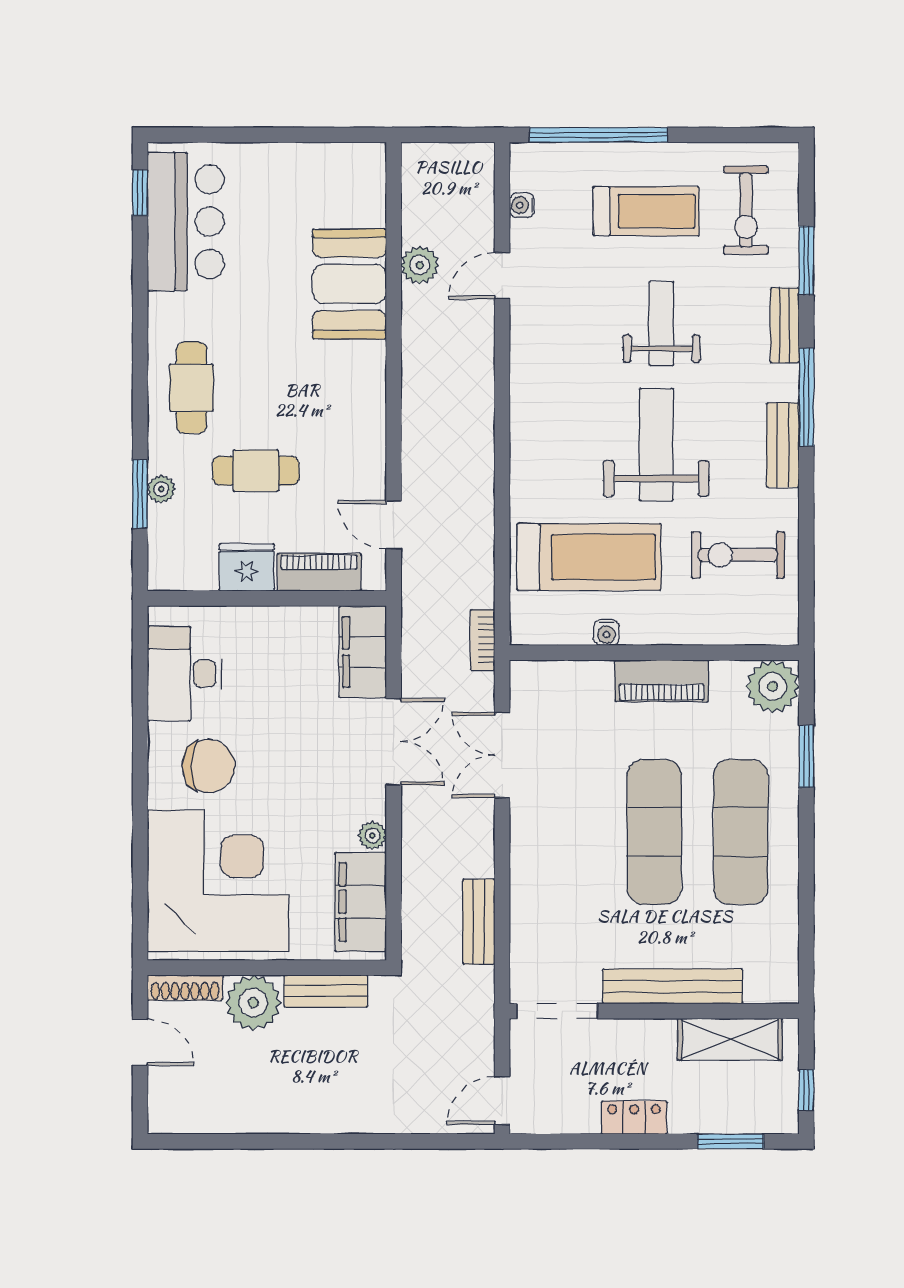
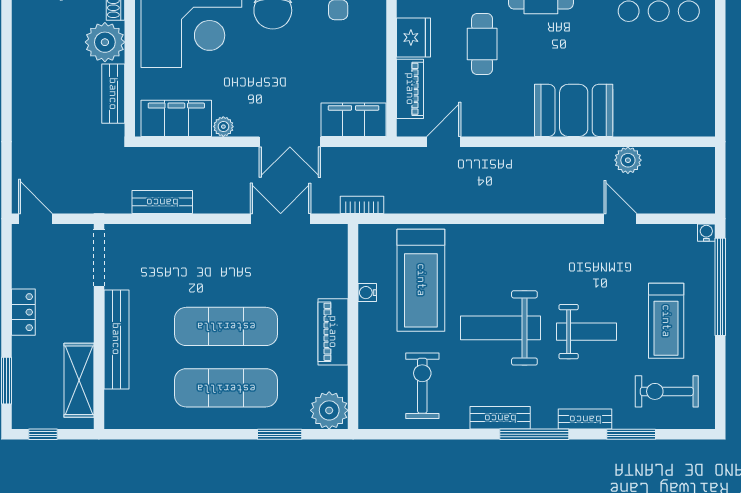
water cooler: (522, 205) -> (706, 233), moved
booth: (349, 284) -> (574, 110), moved
weight bench: (656, 445) -> (500, 328), turned 180

